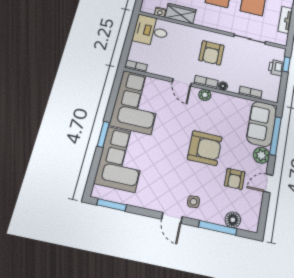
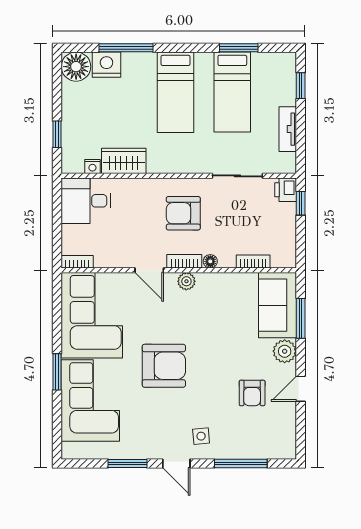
armchair: (211, 53) -> (183, 213), turned 90
printer: (276, 68) -> (286, 190), moved
window: (275, 136) -> (301, 318), width x0.69
armchair: (205, 148) -> (164, 366), moved
window: (112, 205) -> (128, 463), moved
floor lamp: (233, 220) -> (259, 449), removed

